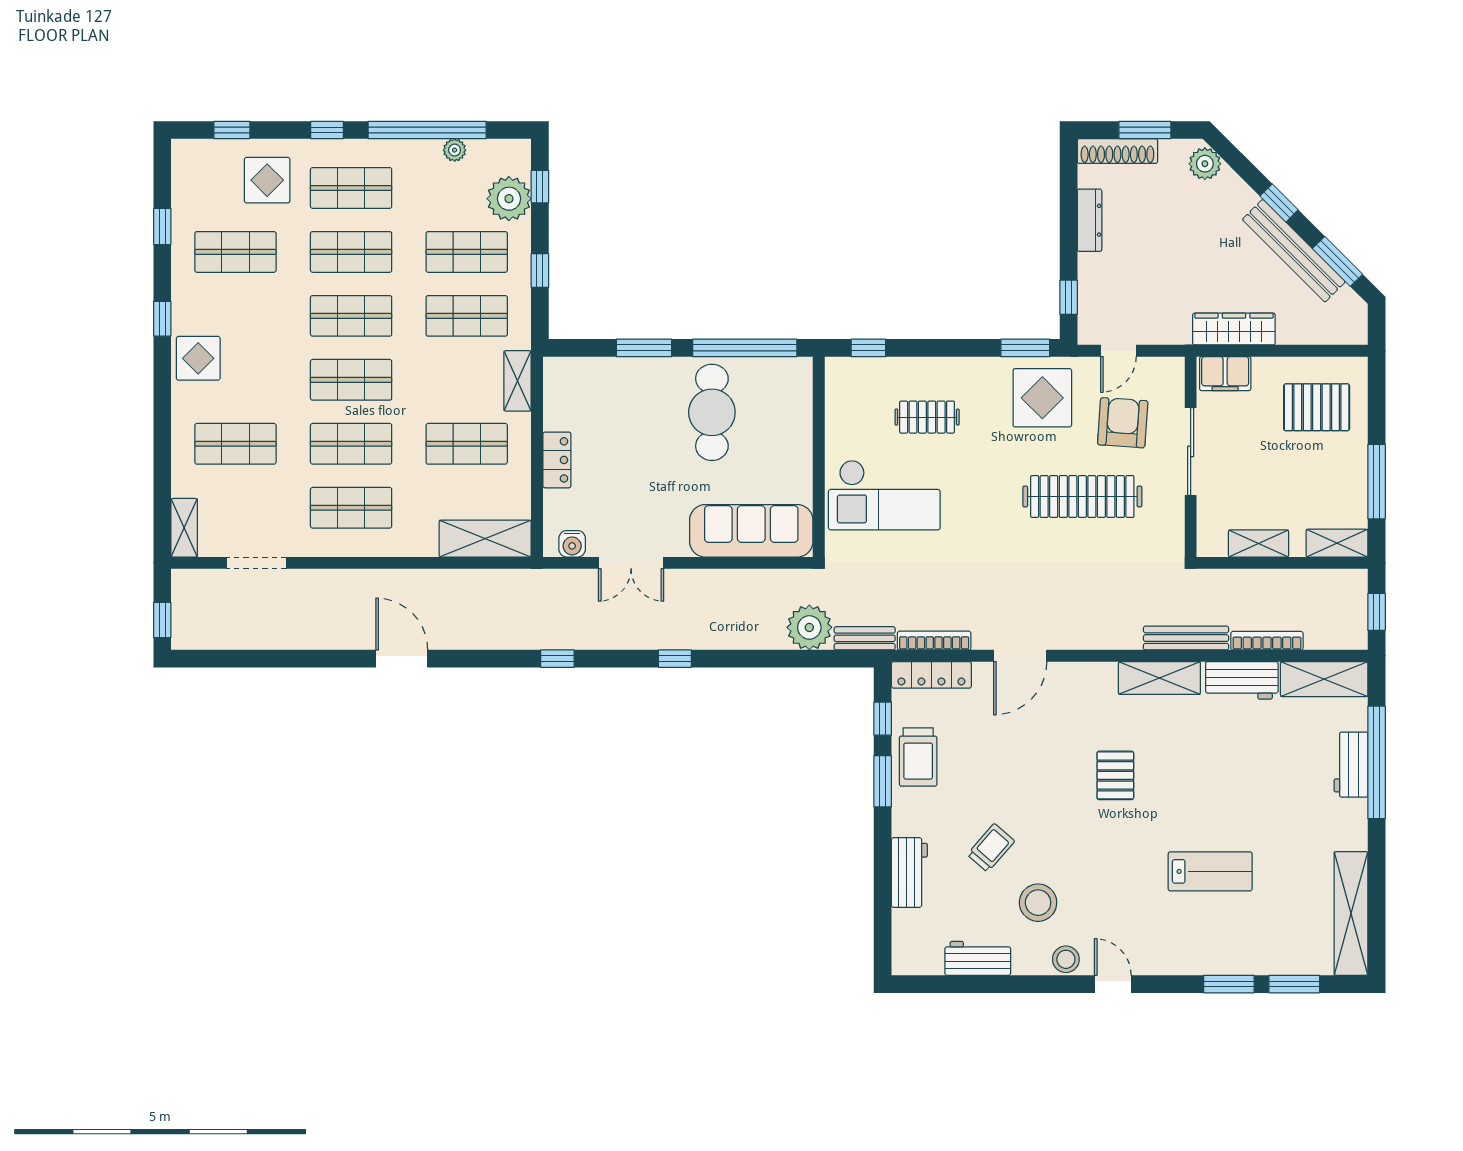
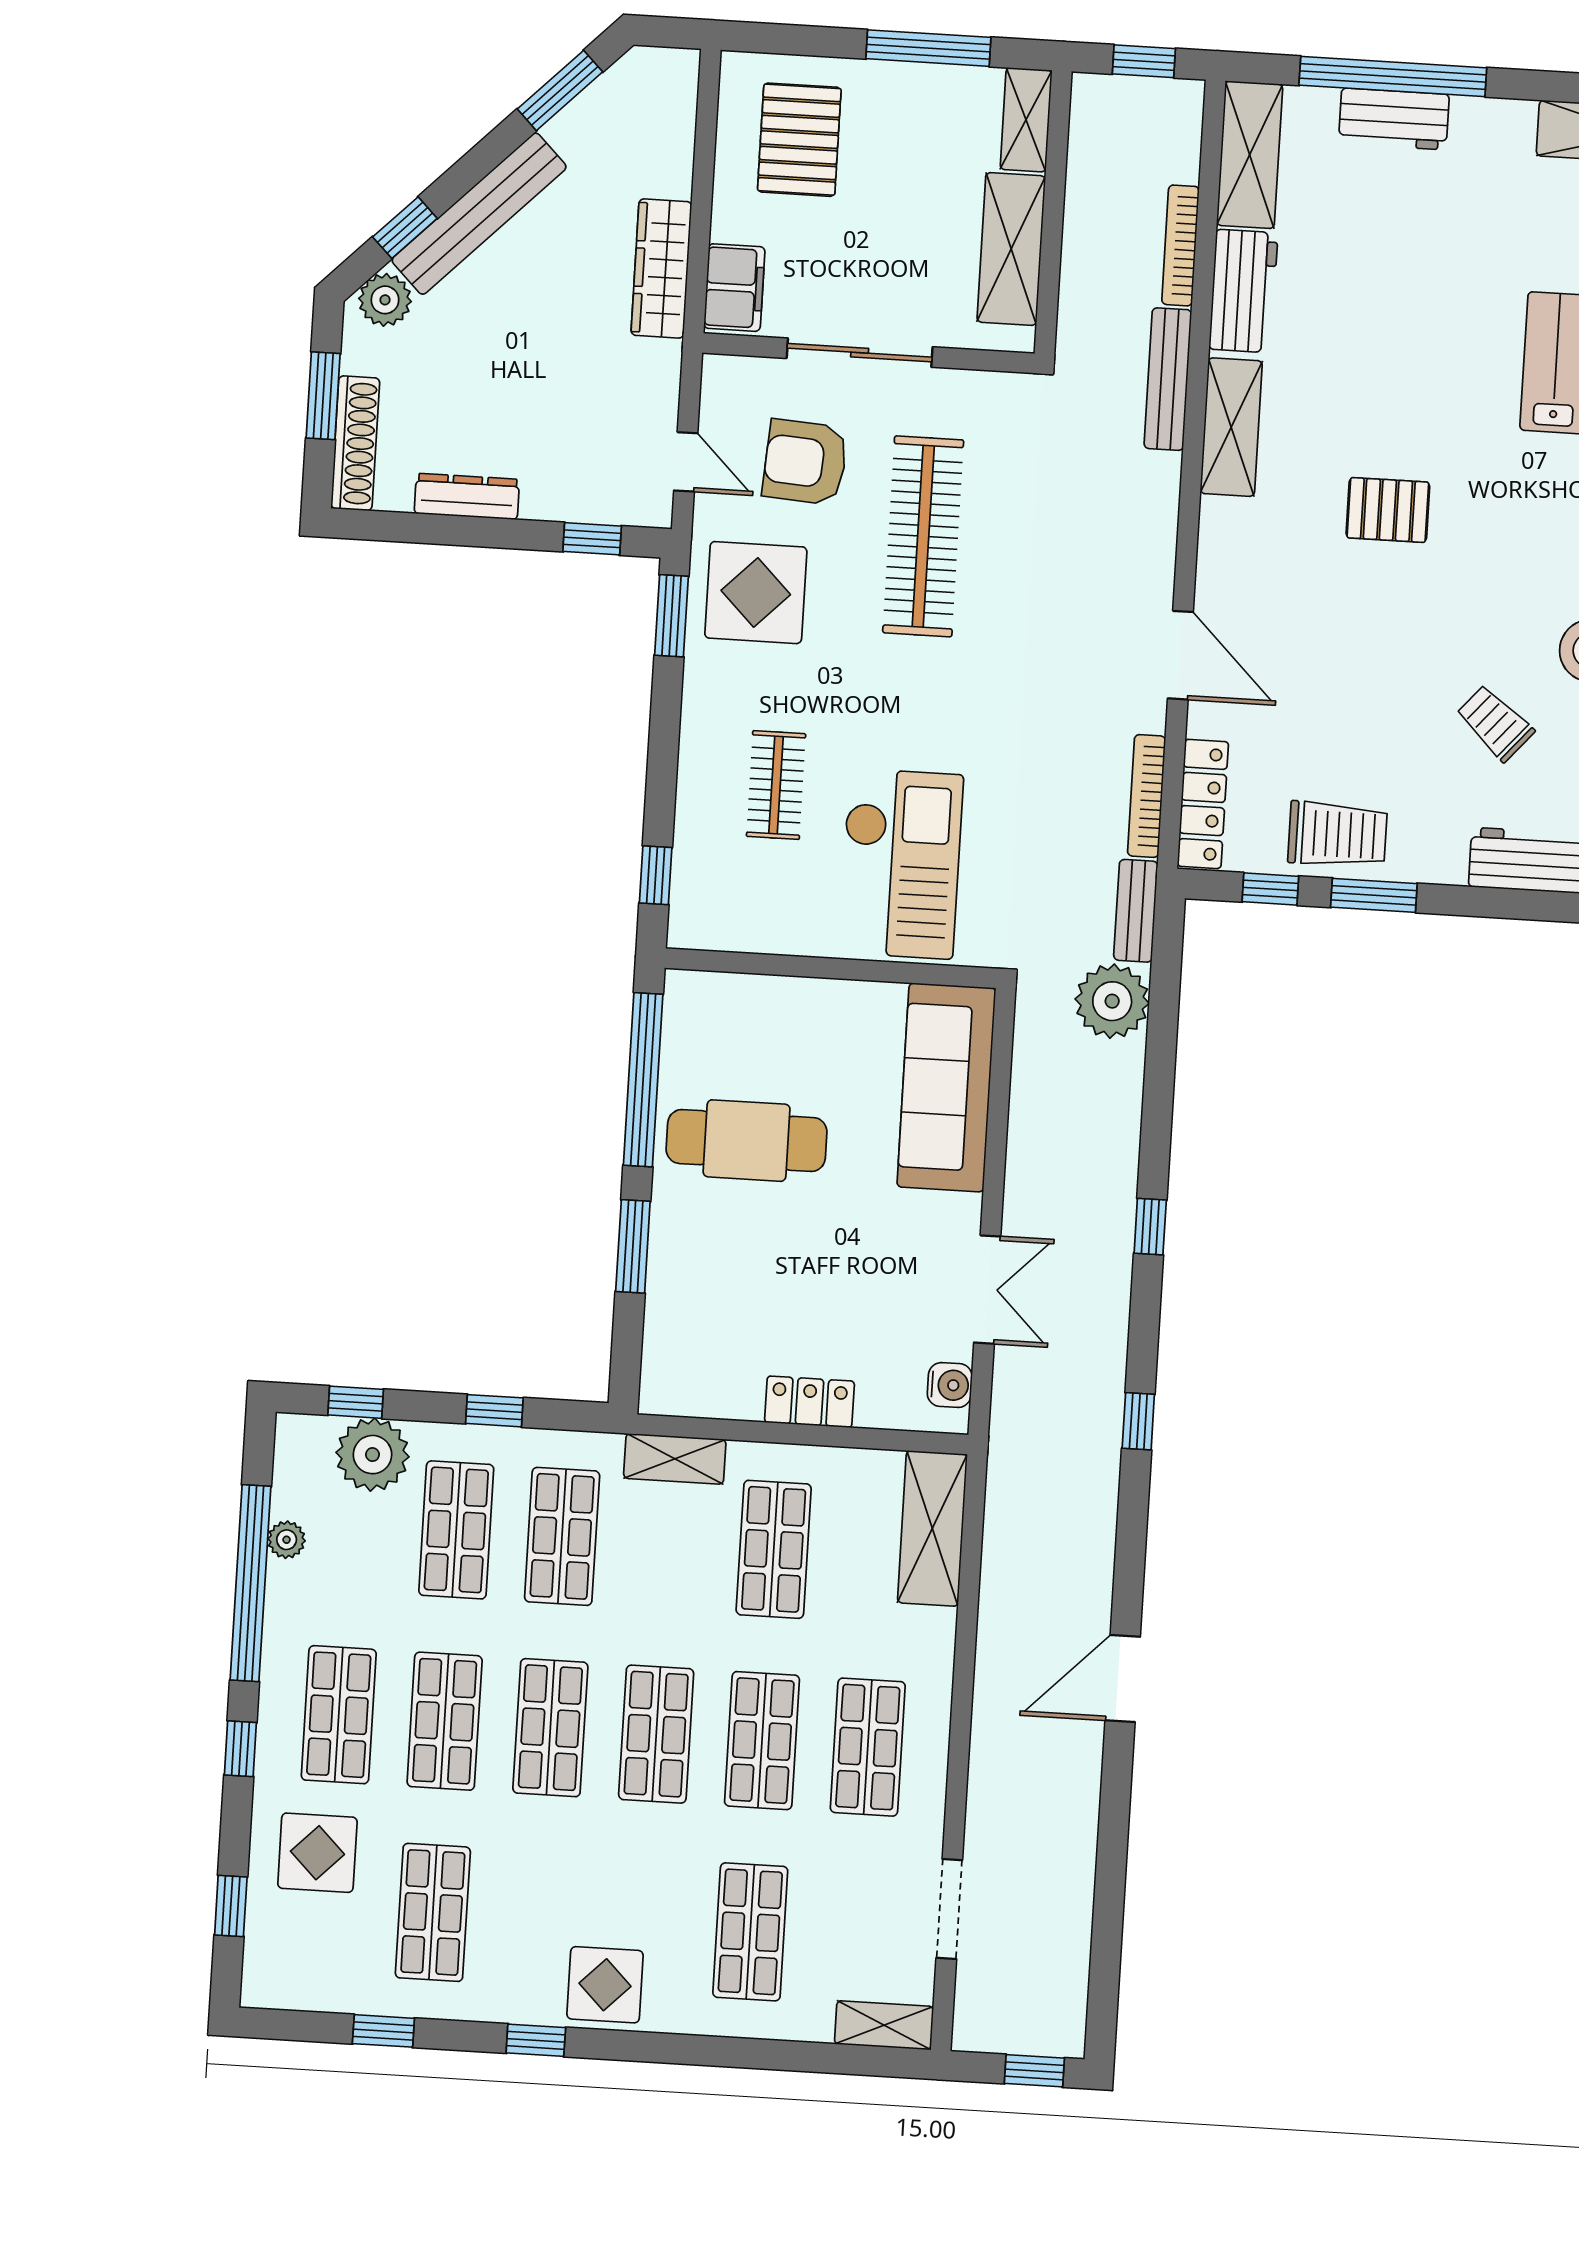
window: (1279, 203) -> (405, 228), moved
bench: (1294, 251) -> (479, 214), moved
shelving: (1259, 543) -> (1011, 249), width x1.50, depth x1.33

